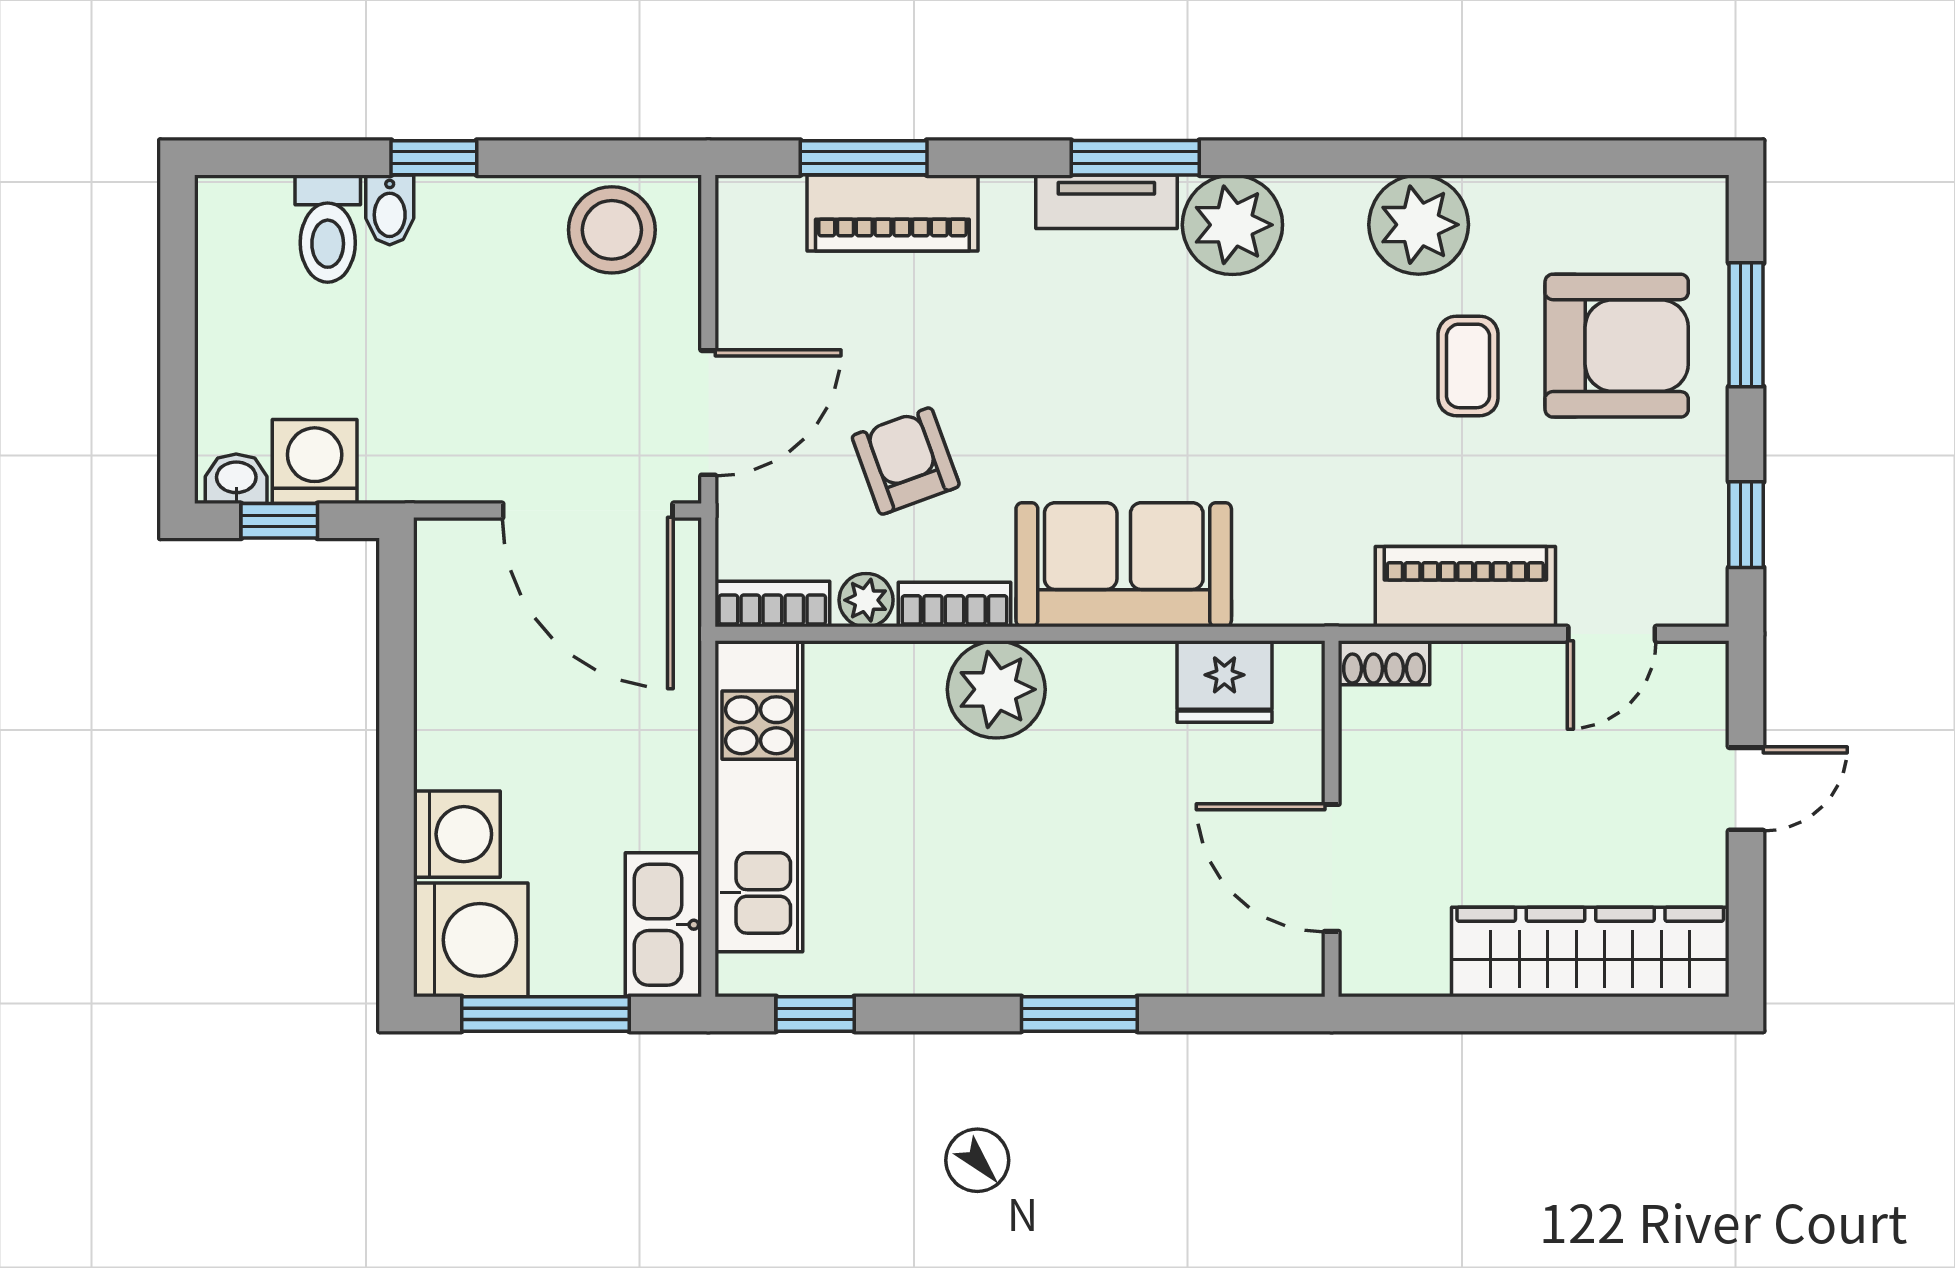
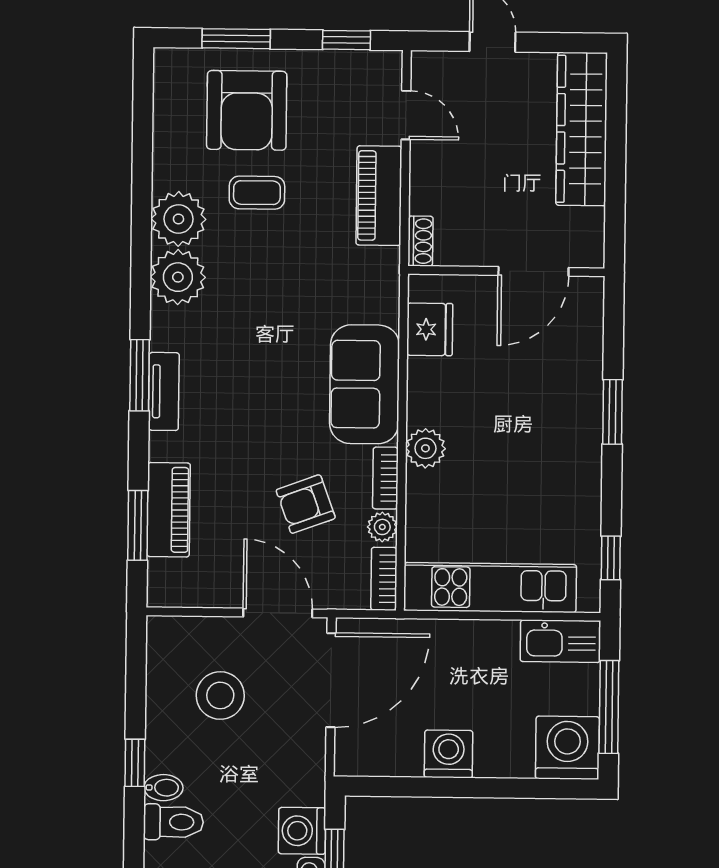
plant: (1232, 225) -> (178, 277), moved
stool: (612, 230) -> (220, 695), moved
armchair: (1617, 346) -> (247, 110), turned 180
plant: (996, 689) -> (425, 448), width x0.73, depth x0.73
washing machine: (457, 834) -> (449, 754), moved

